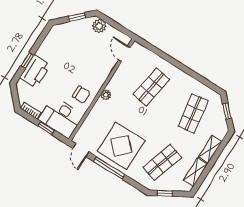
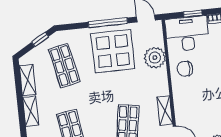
shelving: (118, 77) -> (165, 110), added
plant: (106, 95) -> (155, 58), moved, width x1.87, depth x1.87
shop shelf: (162, 162) -> (64, 66), turned -30

